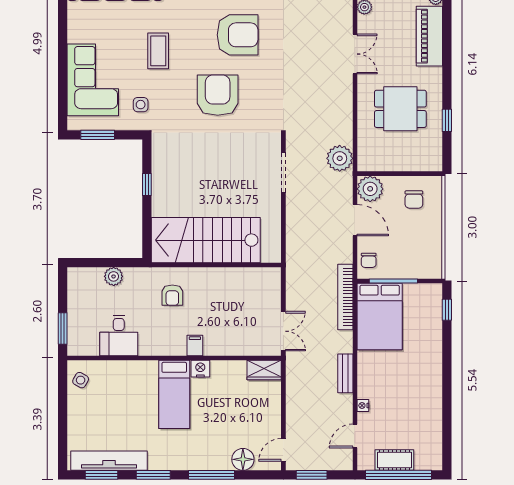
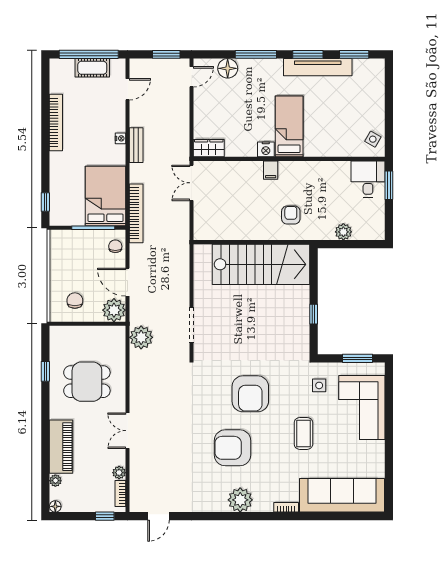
desk: (119, 335) -> (368, 179), moved
bookcase: (435, 399) -> (56, 122), added
nightstand: (363, 405) -> (120, 138), moved
tv unit: (109, 461) -> (318, 67), moved

